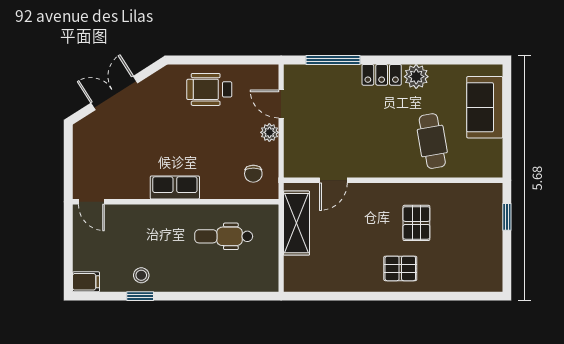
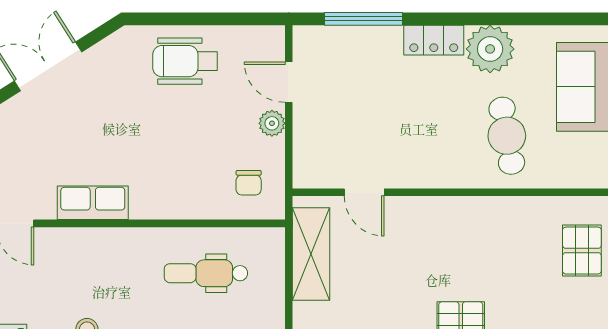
plant: (416, 77) -> (490, 49), width x1.36, depth x1.36
door: (333, 180) -> (364, 192), hinge flipped
row of seats: (175, 187) -> (93, 203), moved
pallet: (416, 223) -> (582, 251), moved

